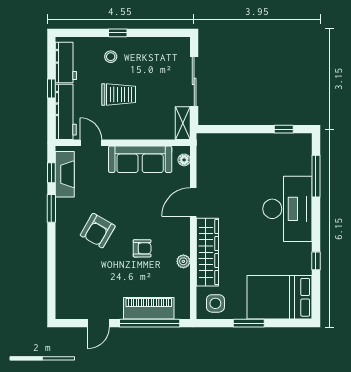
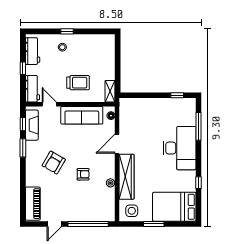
sliding door: (194, 81) -> (118, 64), removed
trolley: (119, 94) -> (78, 83), moved
workbench: (66, 112) -> (32, 89), width x0.73
piano: (149, 308) -> (33, 204), moved, turned 90

